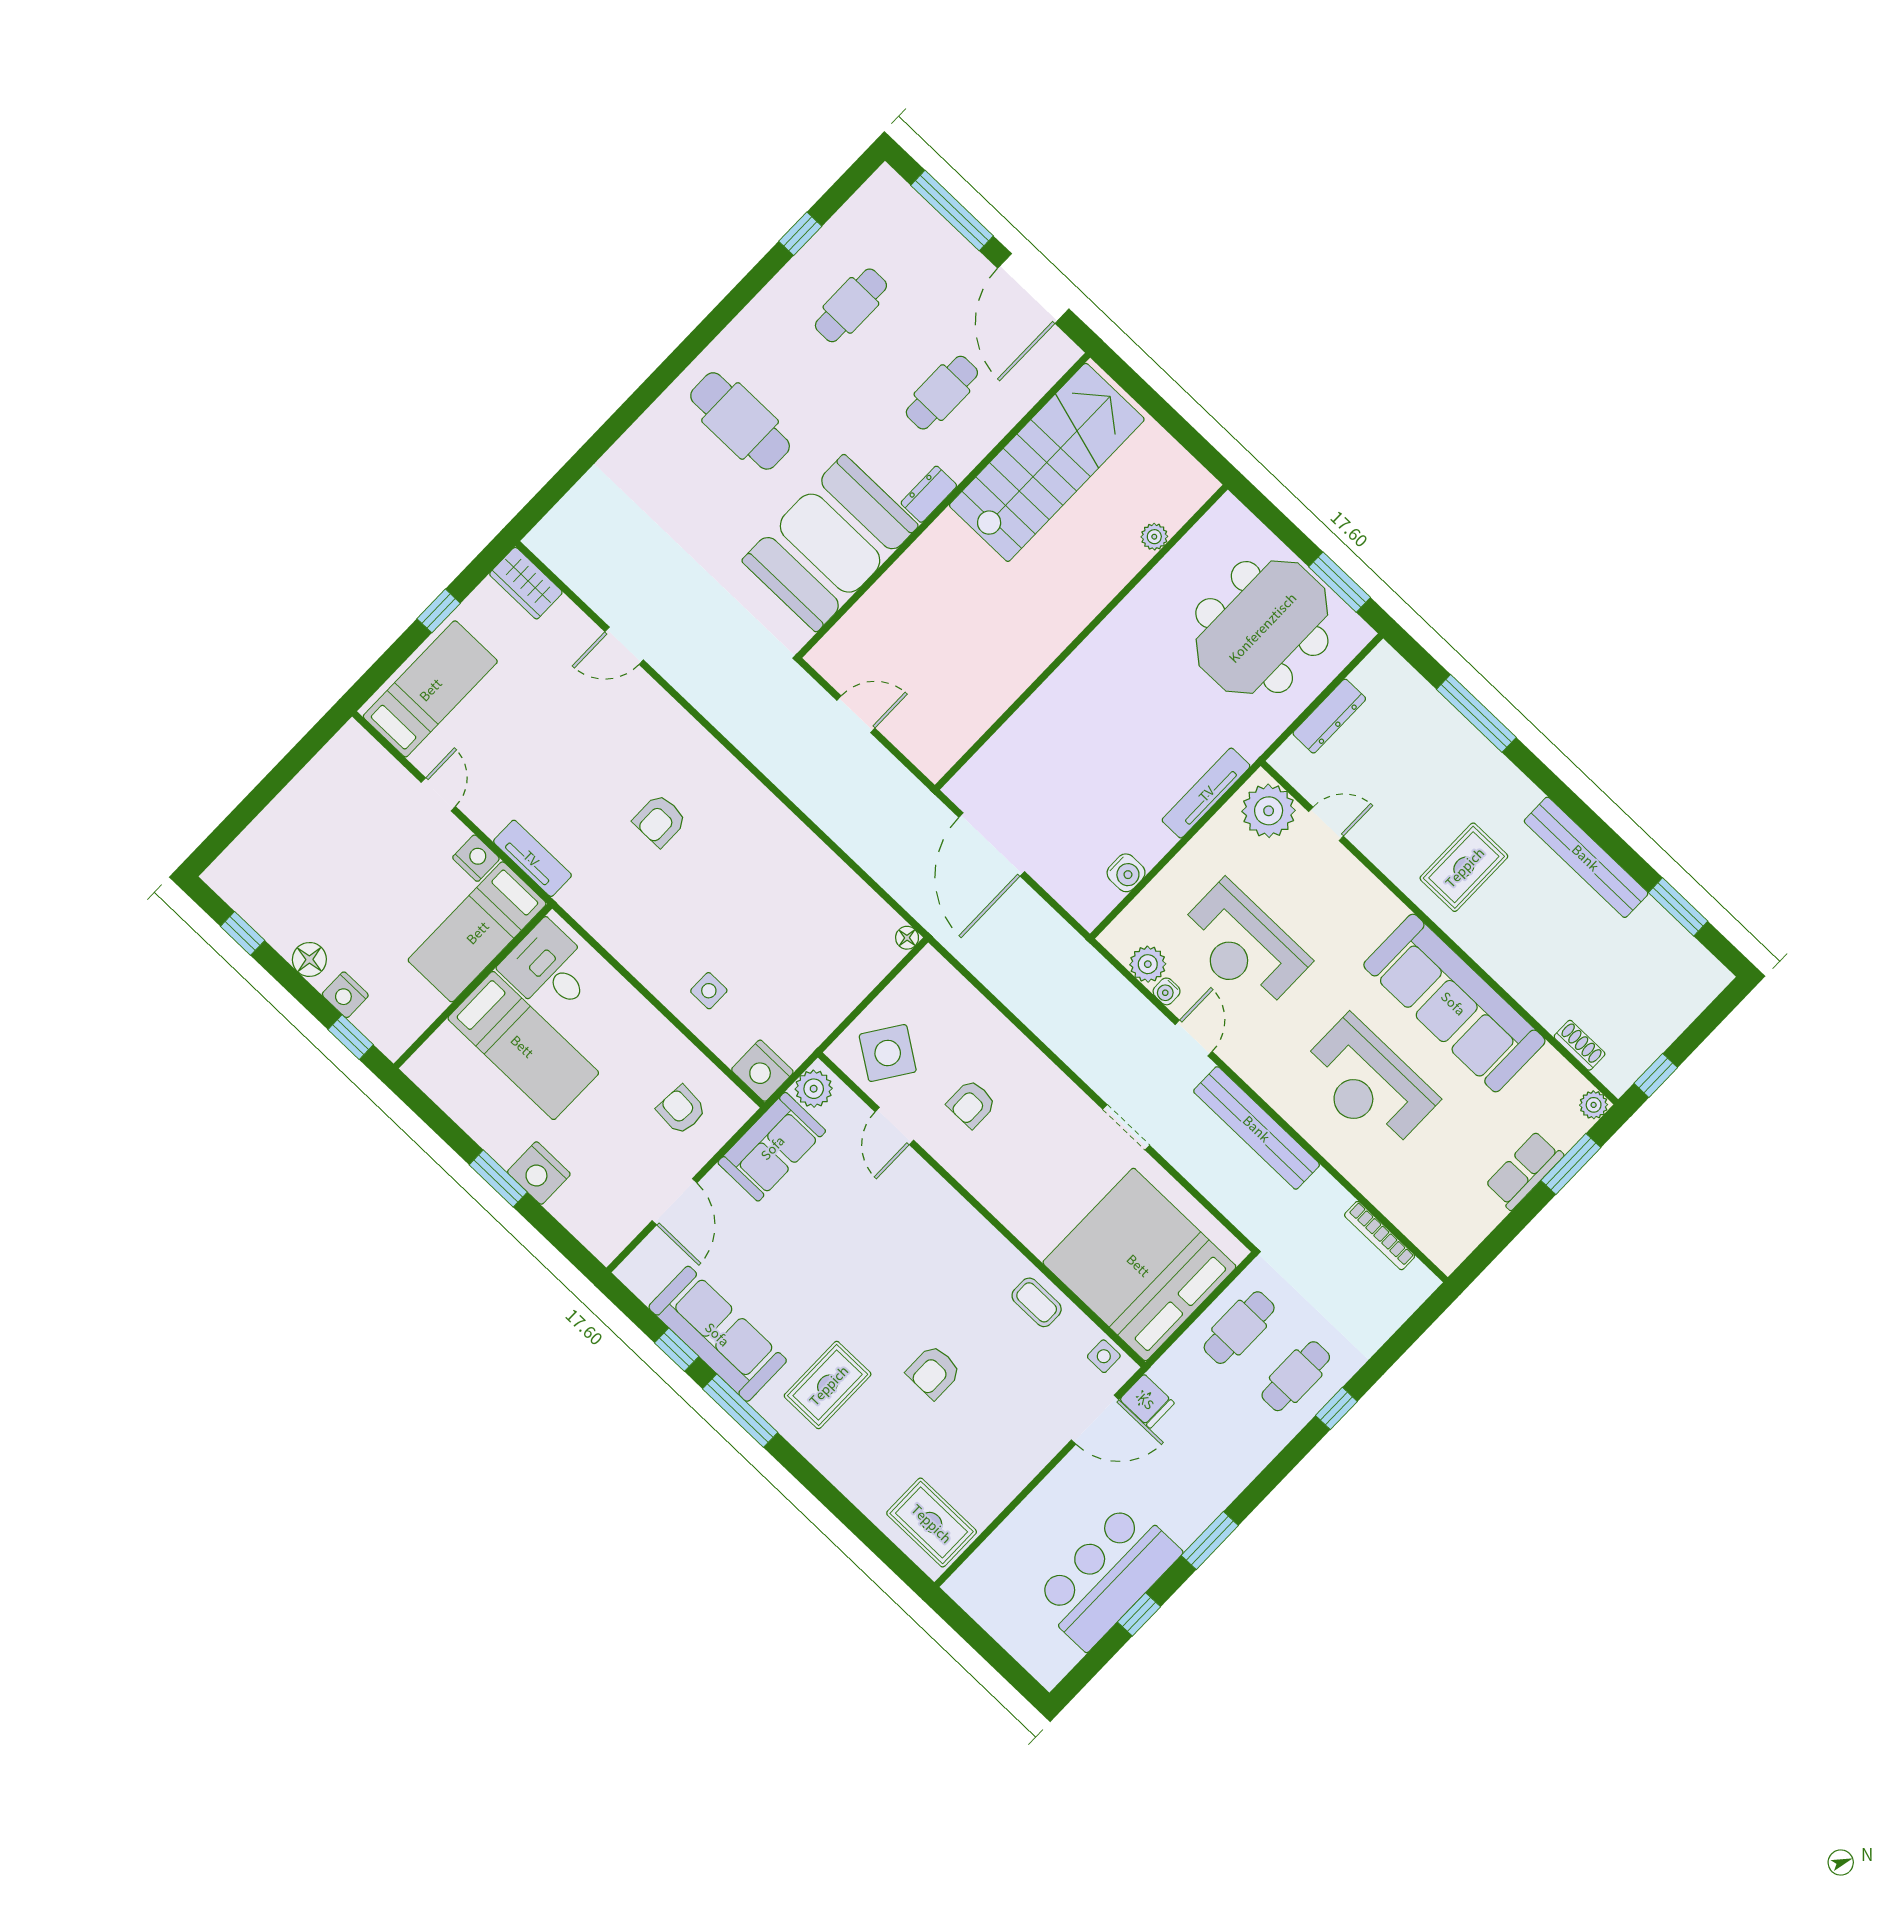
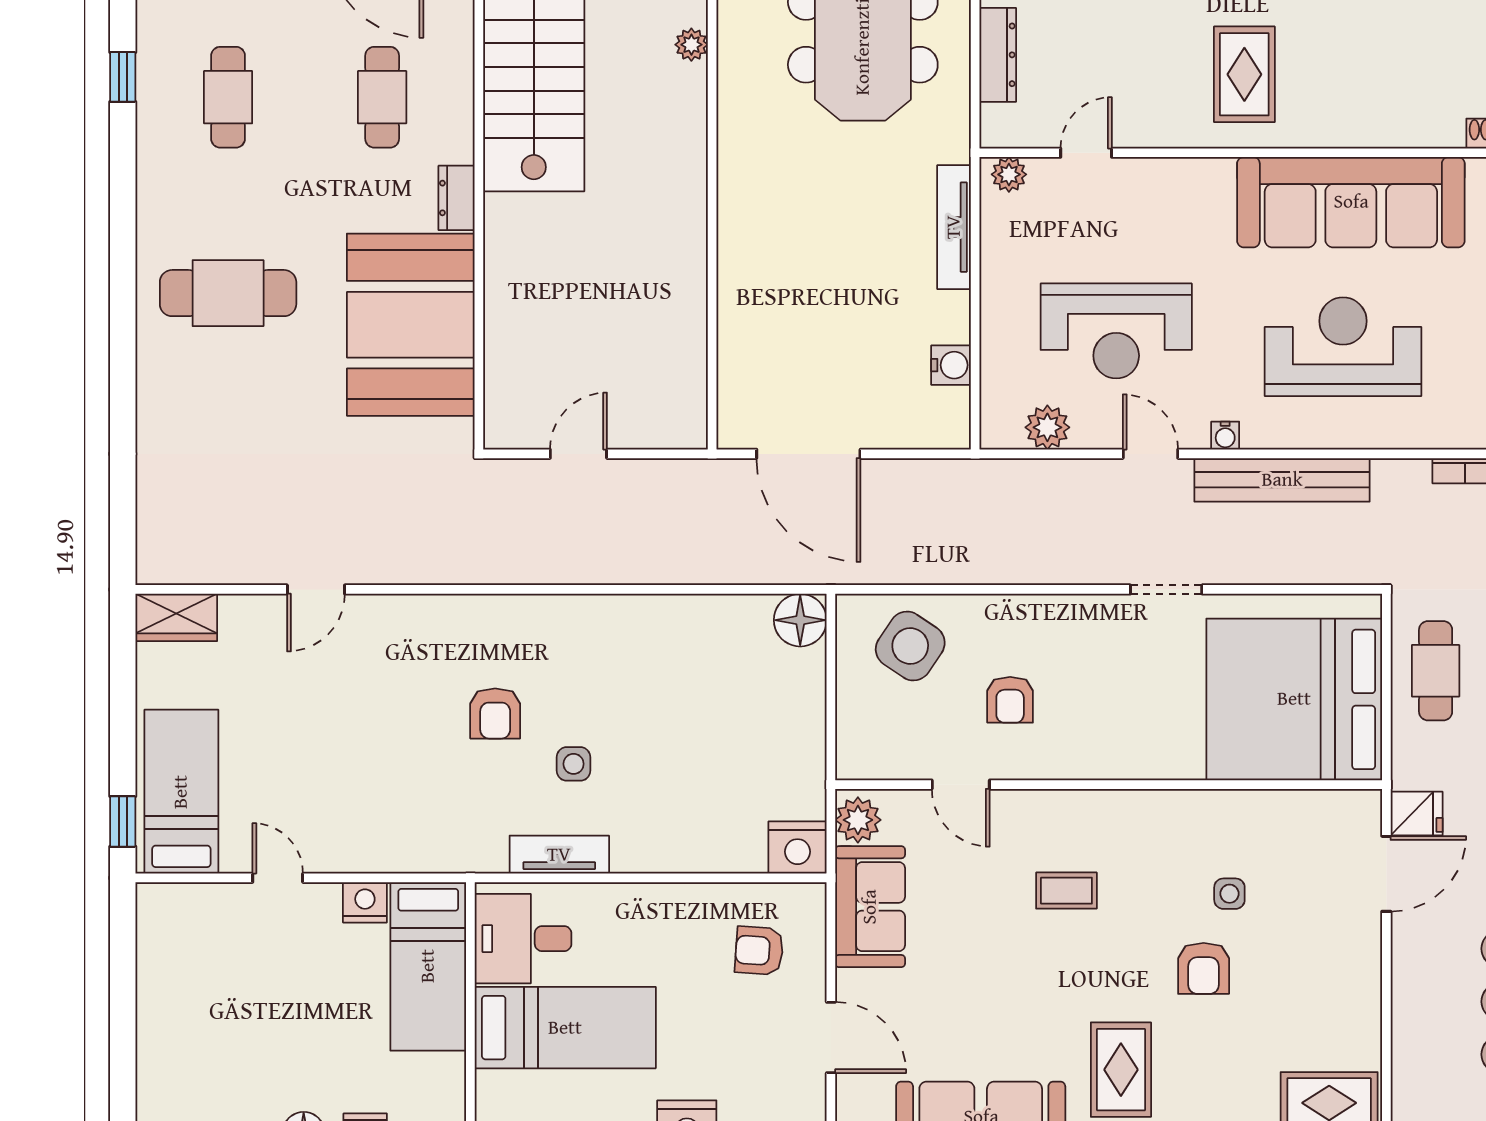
window: (439, 611) -> (123, 821), moved
plant: (1269, 811) -> (1009, 174), width x0.53, depth x0.53
tv unit: (532, 858) -> (559, 855), moved
floor lamp: (907, 938) -> (800, 620), width x1.89, depth x1.89
side table: (709, 991) -> (574, 764), moved
water cooler: (1167, 991) -> (1225, 436), moved
side table: (888, 1053) -> (910, 646), moved
reception desk: (1368, 1084) -> (1343, 347), turned 180
coffee table: (1037, 1302) -> (1066, 891), moved
side table: (1104, 1356) -> (1229, 894), moved

